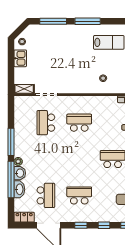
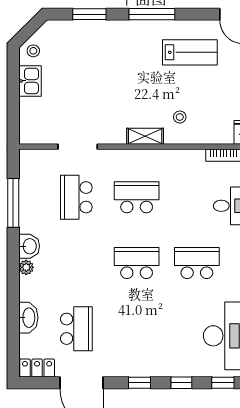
window: (53, 21) -> (89, 14), width x0.69
shelving: (24, 89) -> (145, 136), moved
window: (11, 142) -> (13, 203), moved
washbasin: (20, 173) -> (29, 246), moved
window: (11, 179) -> (13, 300), removed
school desk: (79, 195) -> (137, 263), moved

